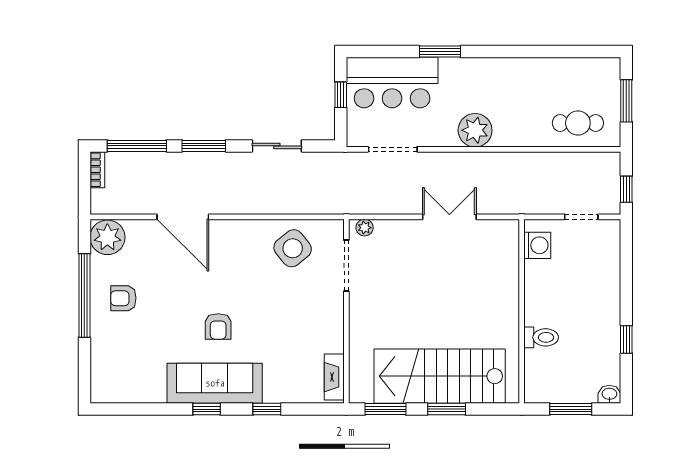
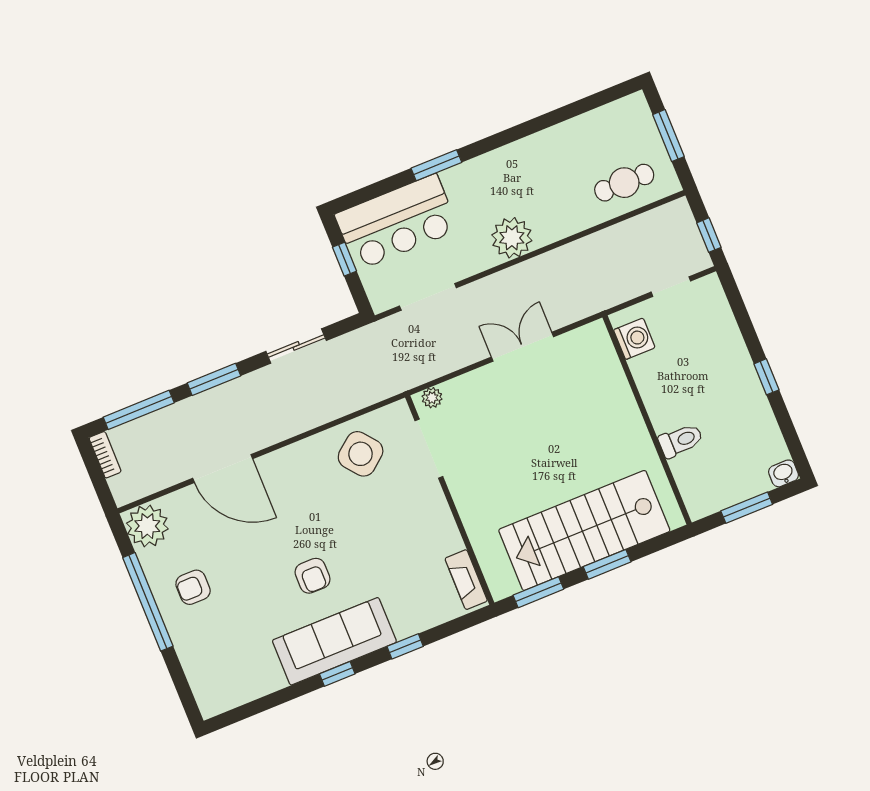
window: (626, 339) -> (766, 377), moved

